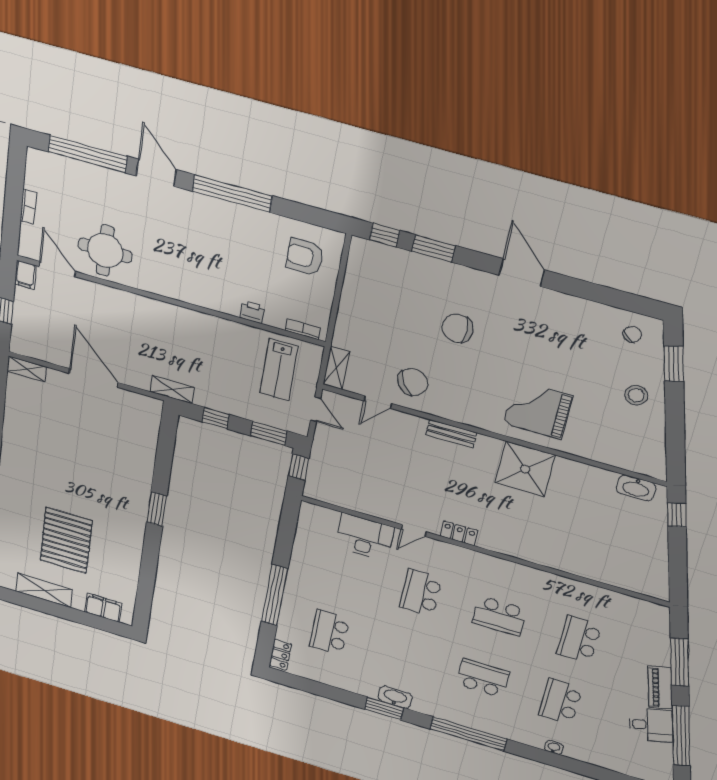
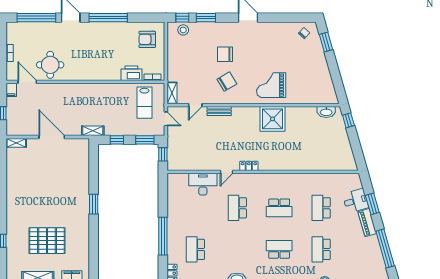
printer: (252, 312) -> (131, 73), width x1.87, depth x1.48
chair: (413, 382) -> (227, 82), moved
stool: (636, 395) -> (183, 30), moved
bench: (451, 434) -> (219, 111), moved
pallet: (66, 540) -> (47, 241), turned 90
window: (680, 662) -> (372, 204), width x0.69
desk: (651, 725) -> (356, 201), moved

